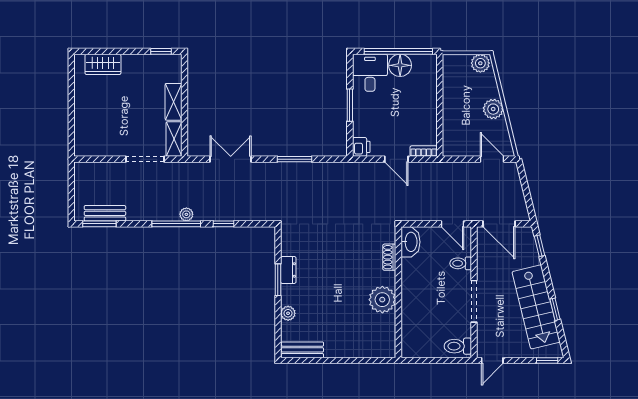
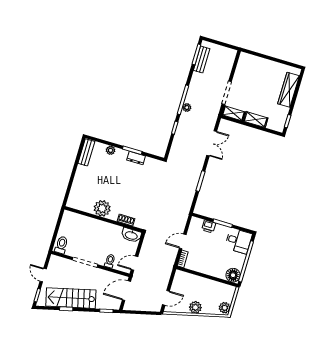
wardrobe: (103, 64) -> (289, 90), width x1.50
floor lamp: (400, 65) -> (233, 275), moved
printer: (361, 147) -> (209, 226), moved
door: (492, 361) -> (43, 275), moved

